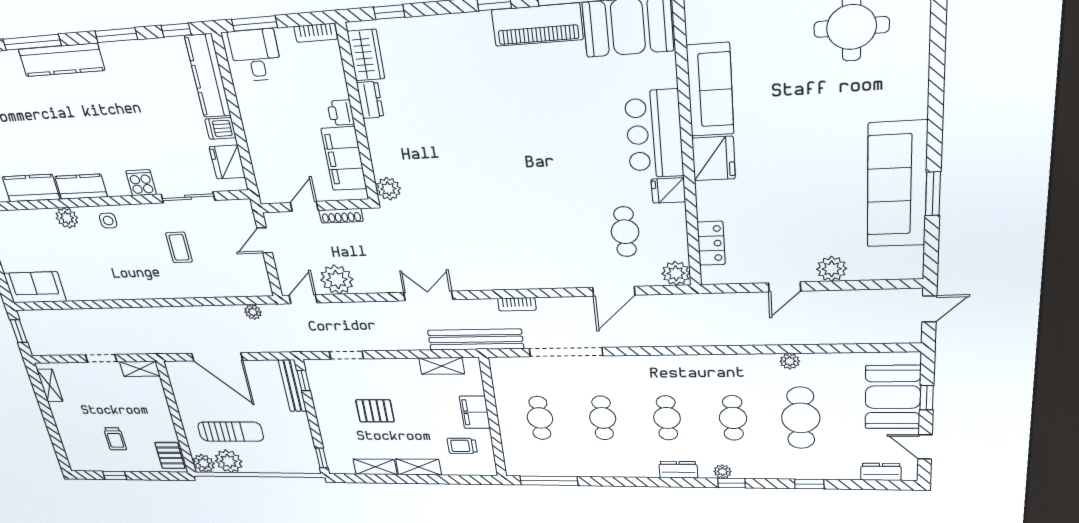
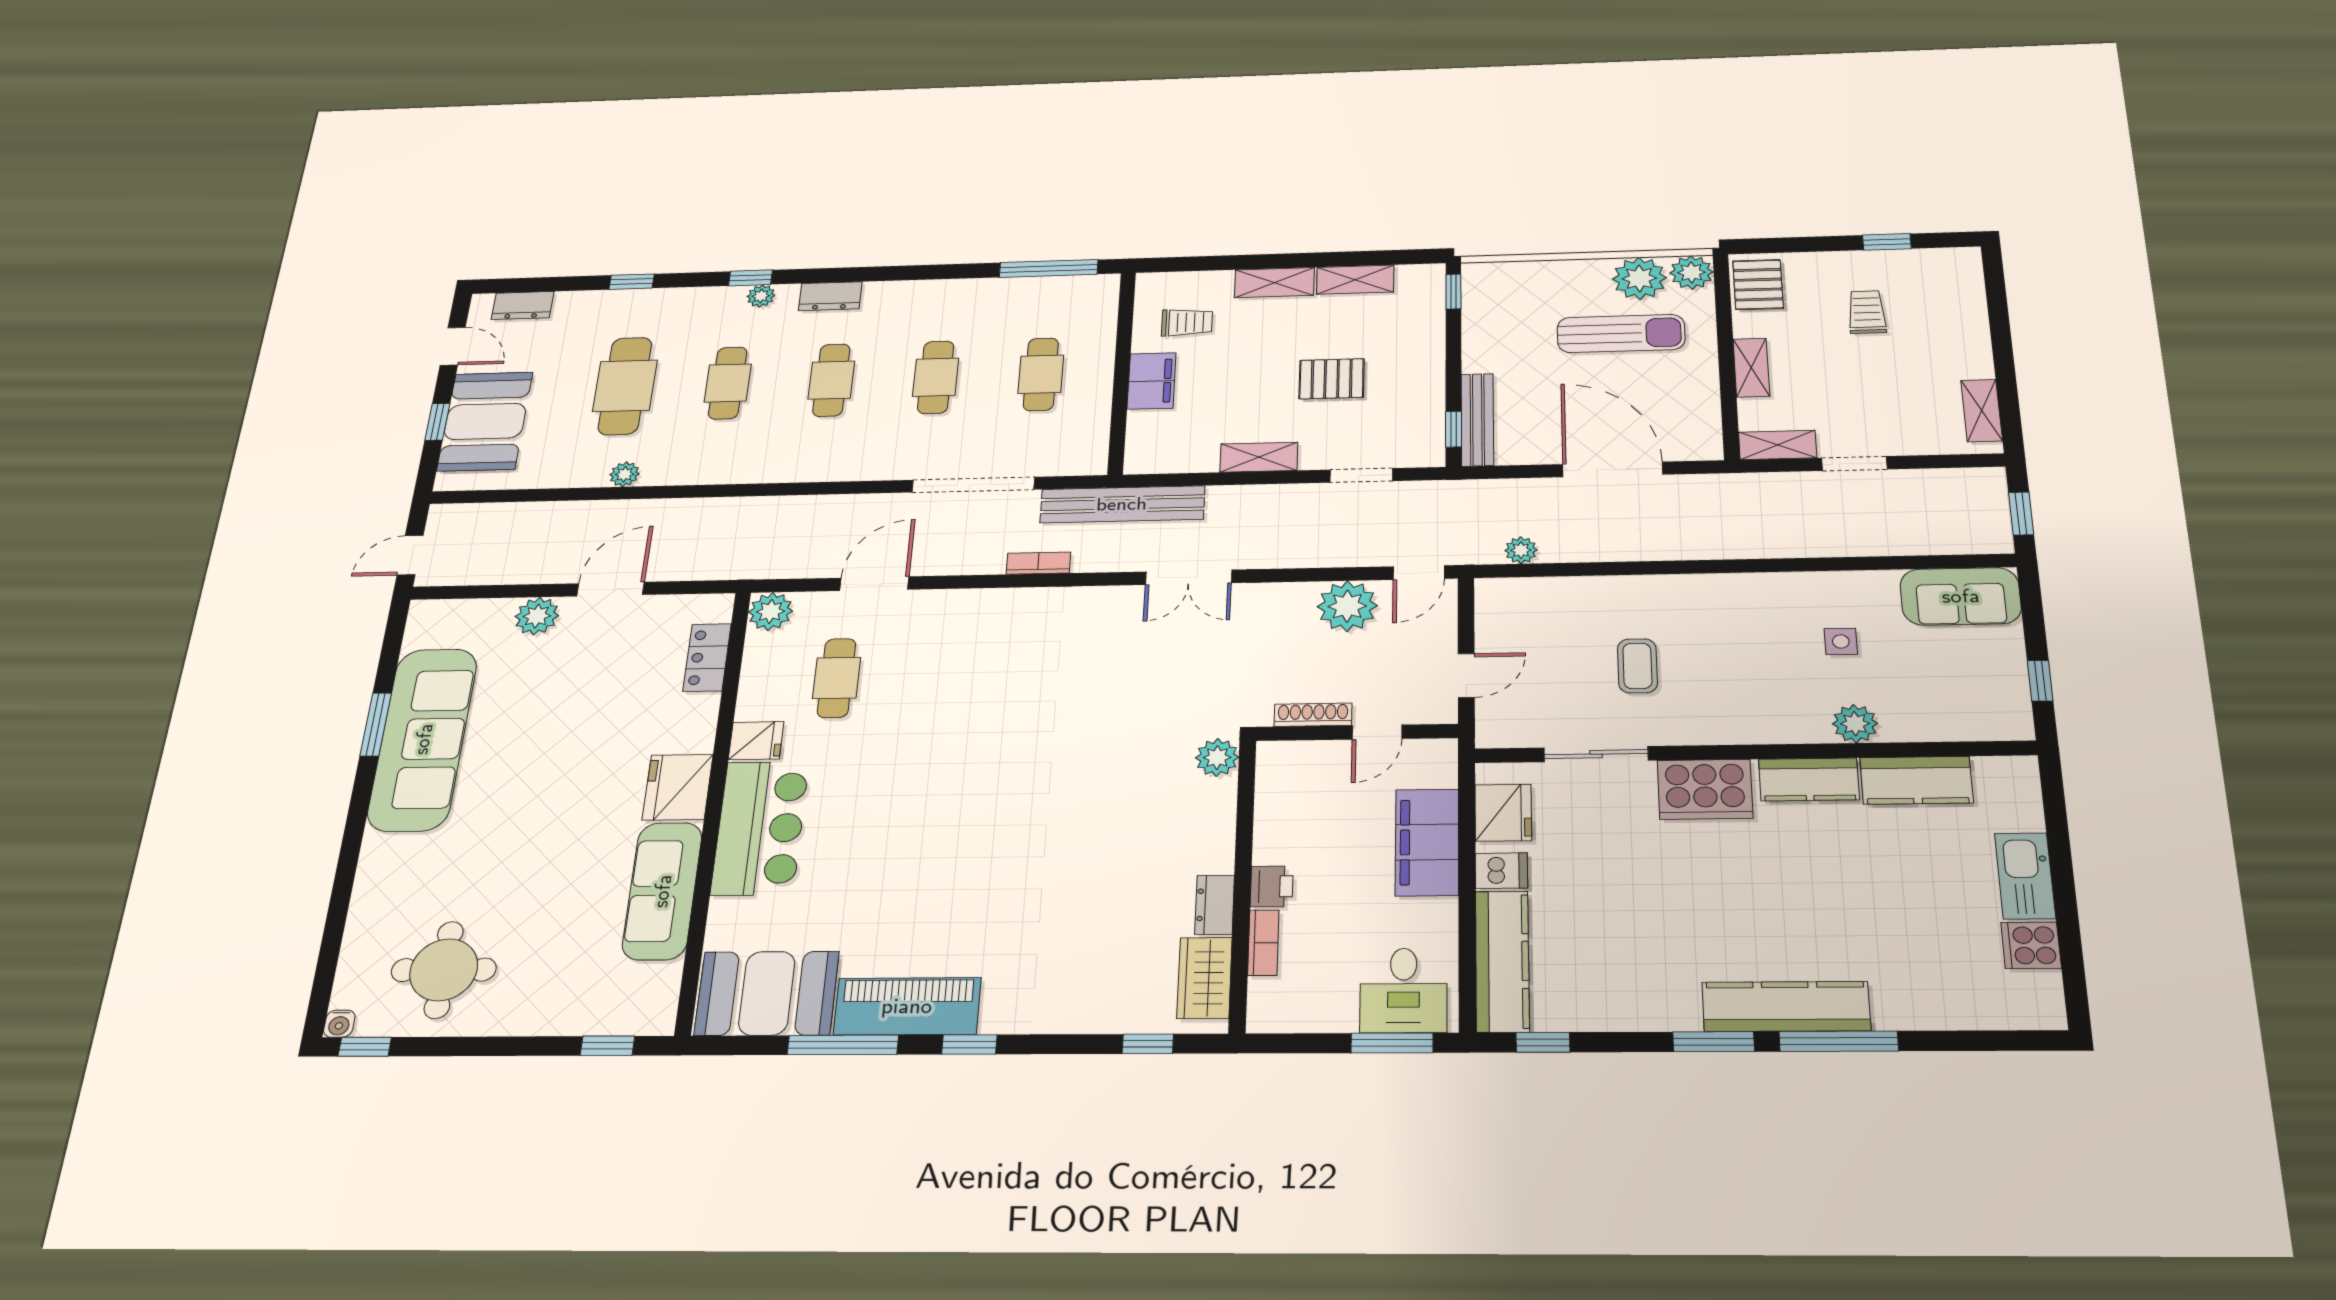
bookcase: (316, 33) -> (1263, 943), moved, turned 90
window: (116, 35) -> (1714, 1042), moved
filing cabinet: (344, 159) -> (1427, 842), moved, turned 180
cooker: (141, 183) -> (1705, 789), width x1.87, depth x1.31
side table: (108, 221) -> (1841, 641), moved
door: (785, 287) -> (610, 589), width x1.38
shelving: (442, 366) -> (1259, 457), moved
shelving: (162, 411) -> (1751, 368), added
sun lounger: (231, 432) -> (1621, 333), turned 180

